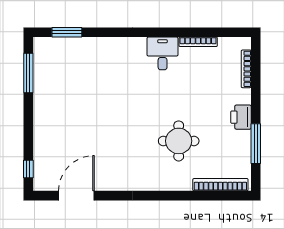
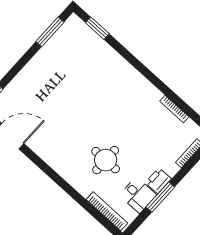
desk: (163, 53) -> (138, 195), moved, turned 90
window: (256, 144) -> (160, 197), moved

